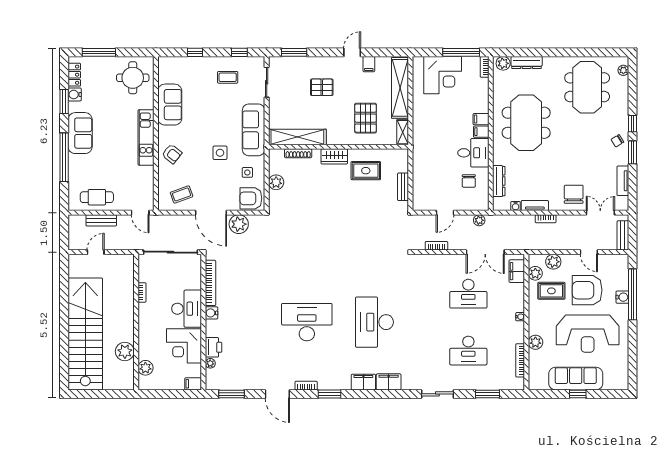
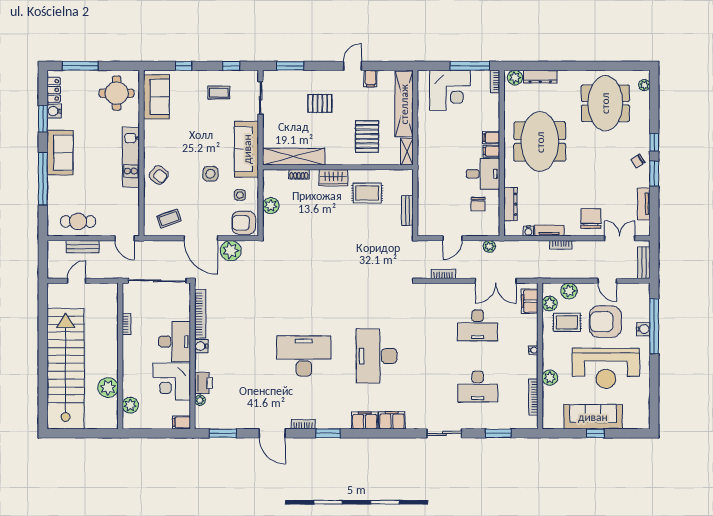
sofa: (170, 105) -> (156, 97), moved
shoe rack: (298, 153) -> (299, 174), width x0.70

